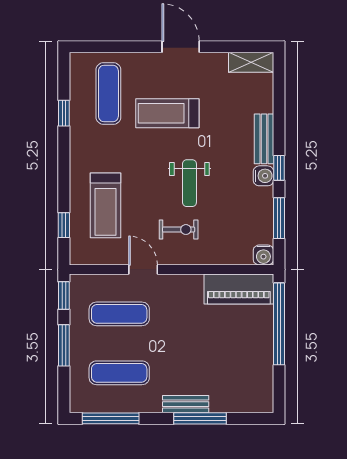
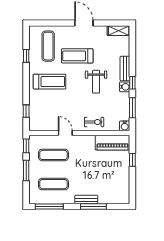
weight bench: (189, 183) -> (96, 82), moved
treadmill: (106, 205) -> (50, 82), moved, turned -90
exercise bike: (179, 230) -> (94, 122), moved
window: (279, 324) -> (132, 160), width x0.32

